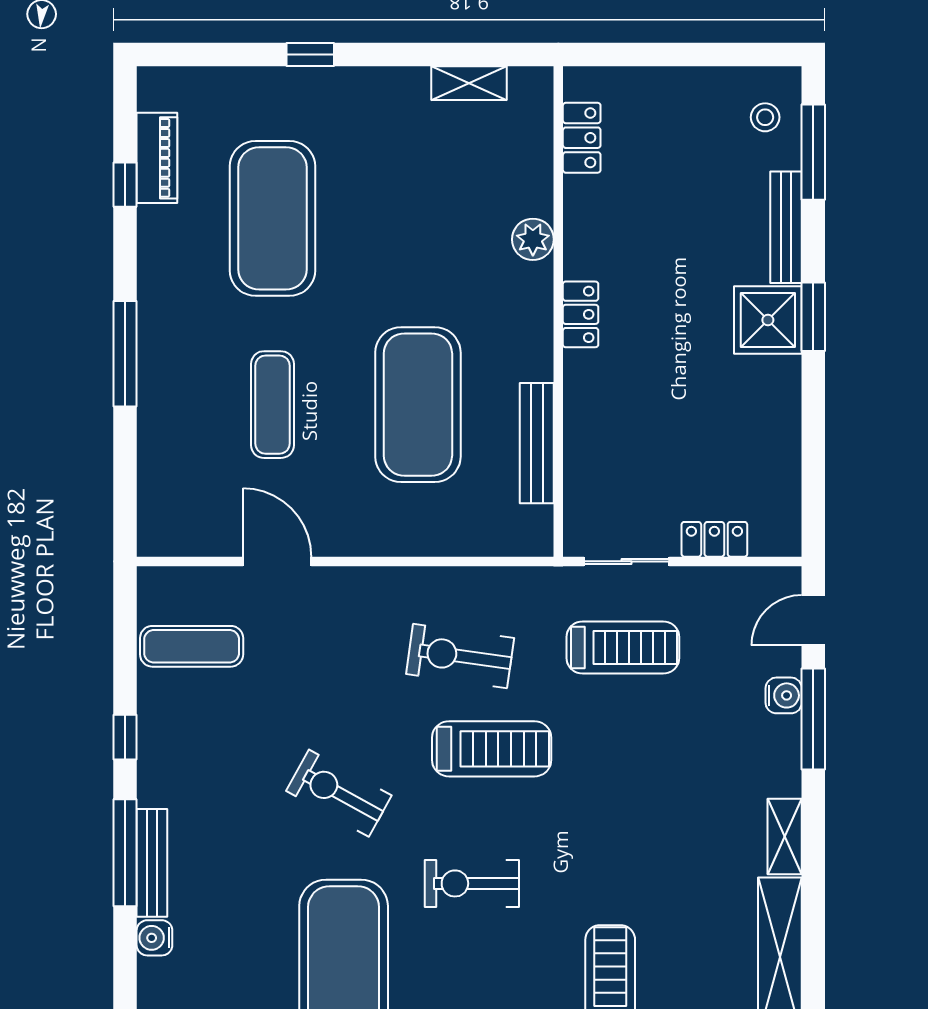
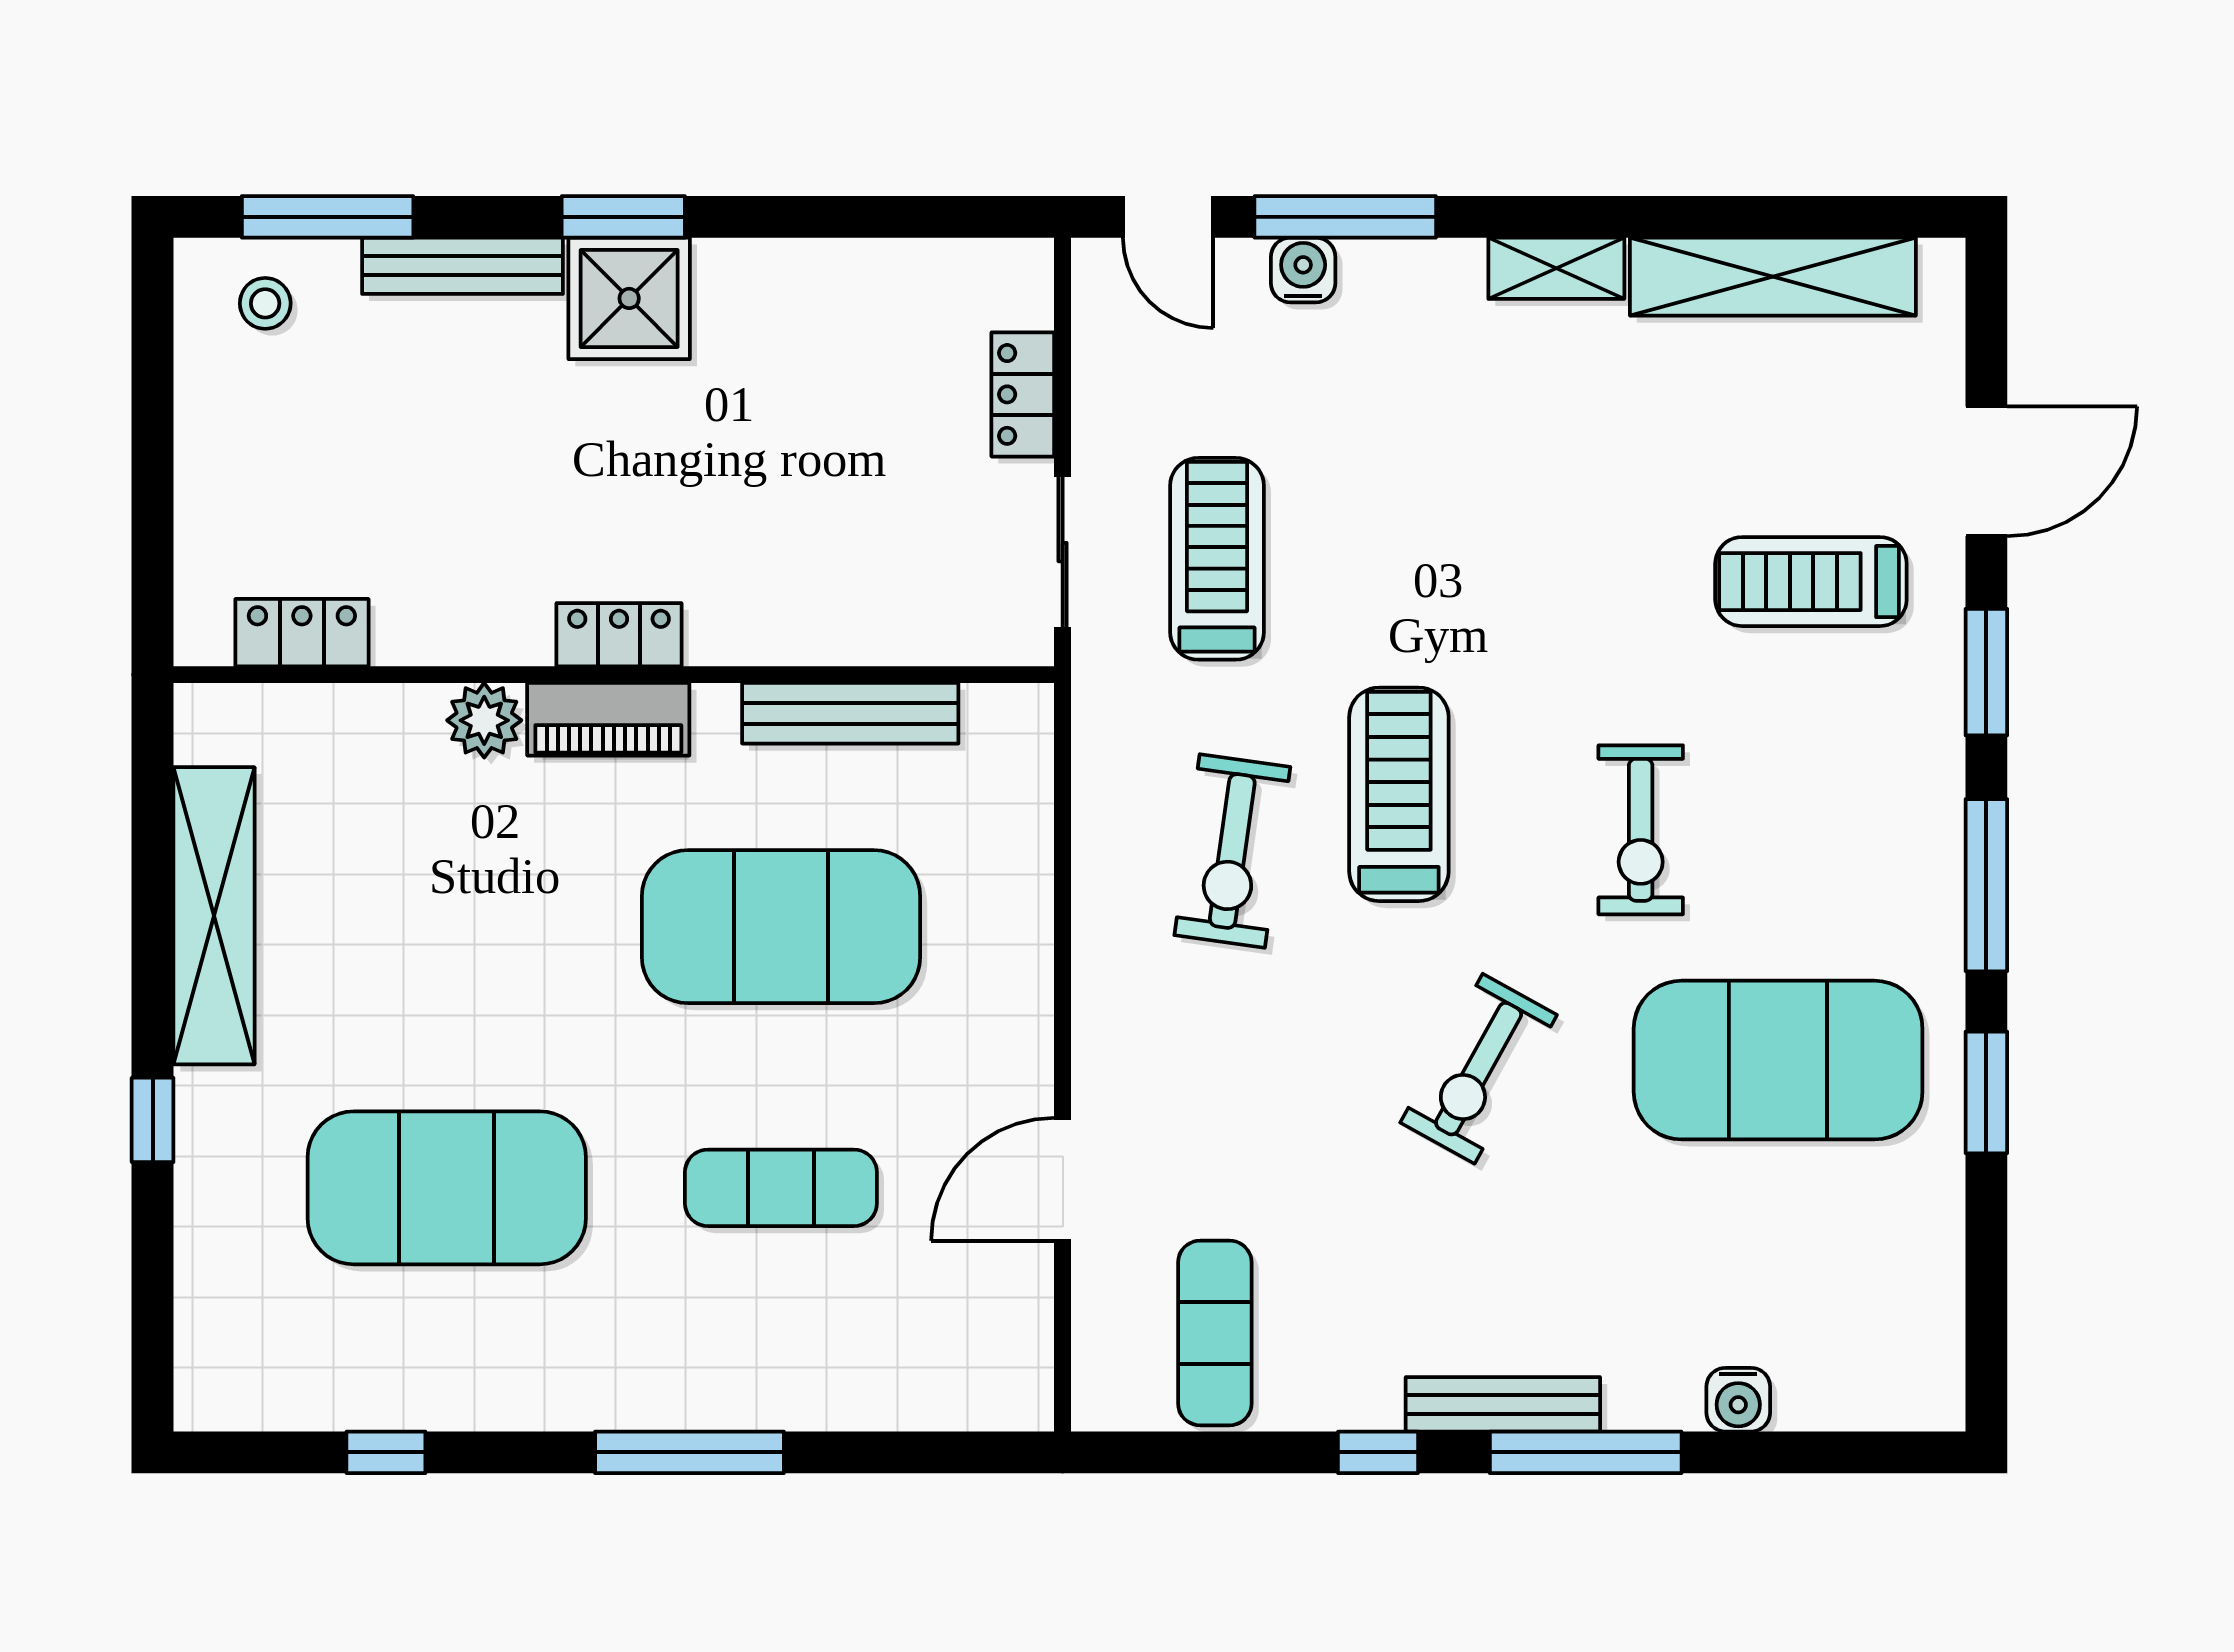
shelving: (469, 83) -> (214, 916), width x2.20, depth x1.33
piano: (157, 158) -> (608, 719), moved, turned 180
bench: (152, 863) -> (1503, 1404), moved

